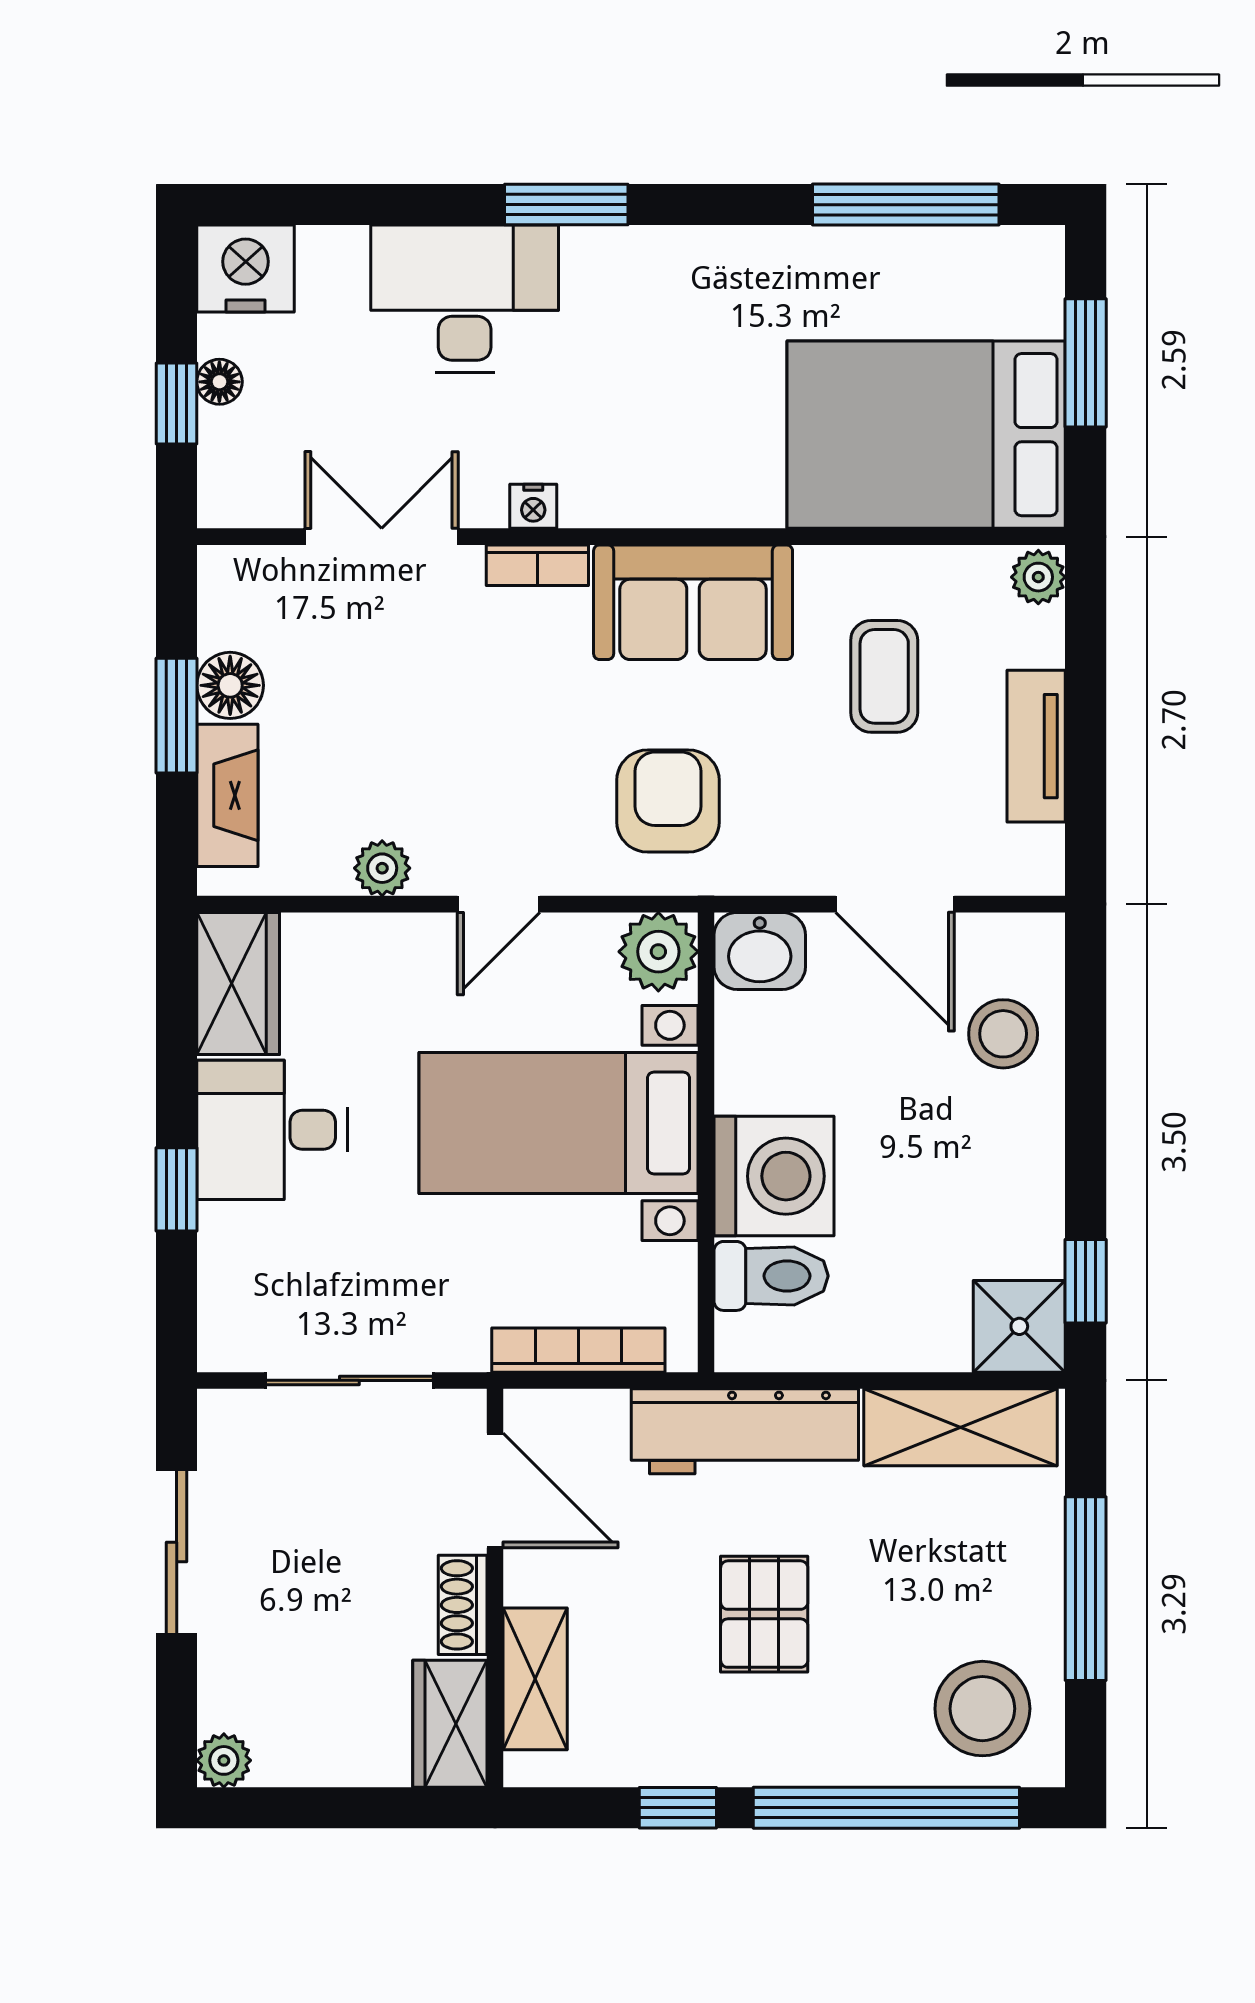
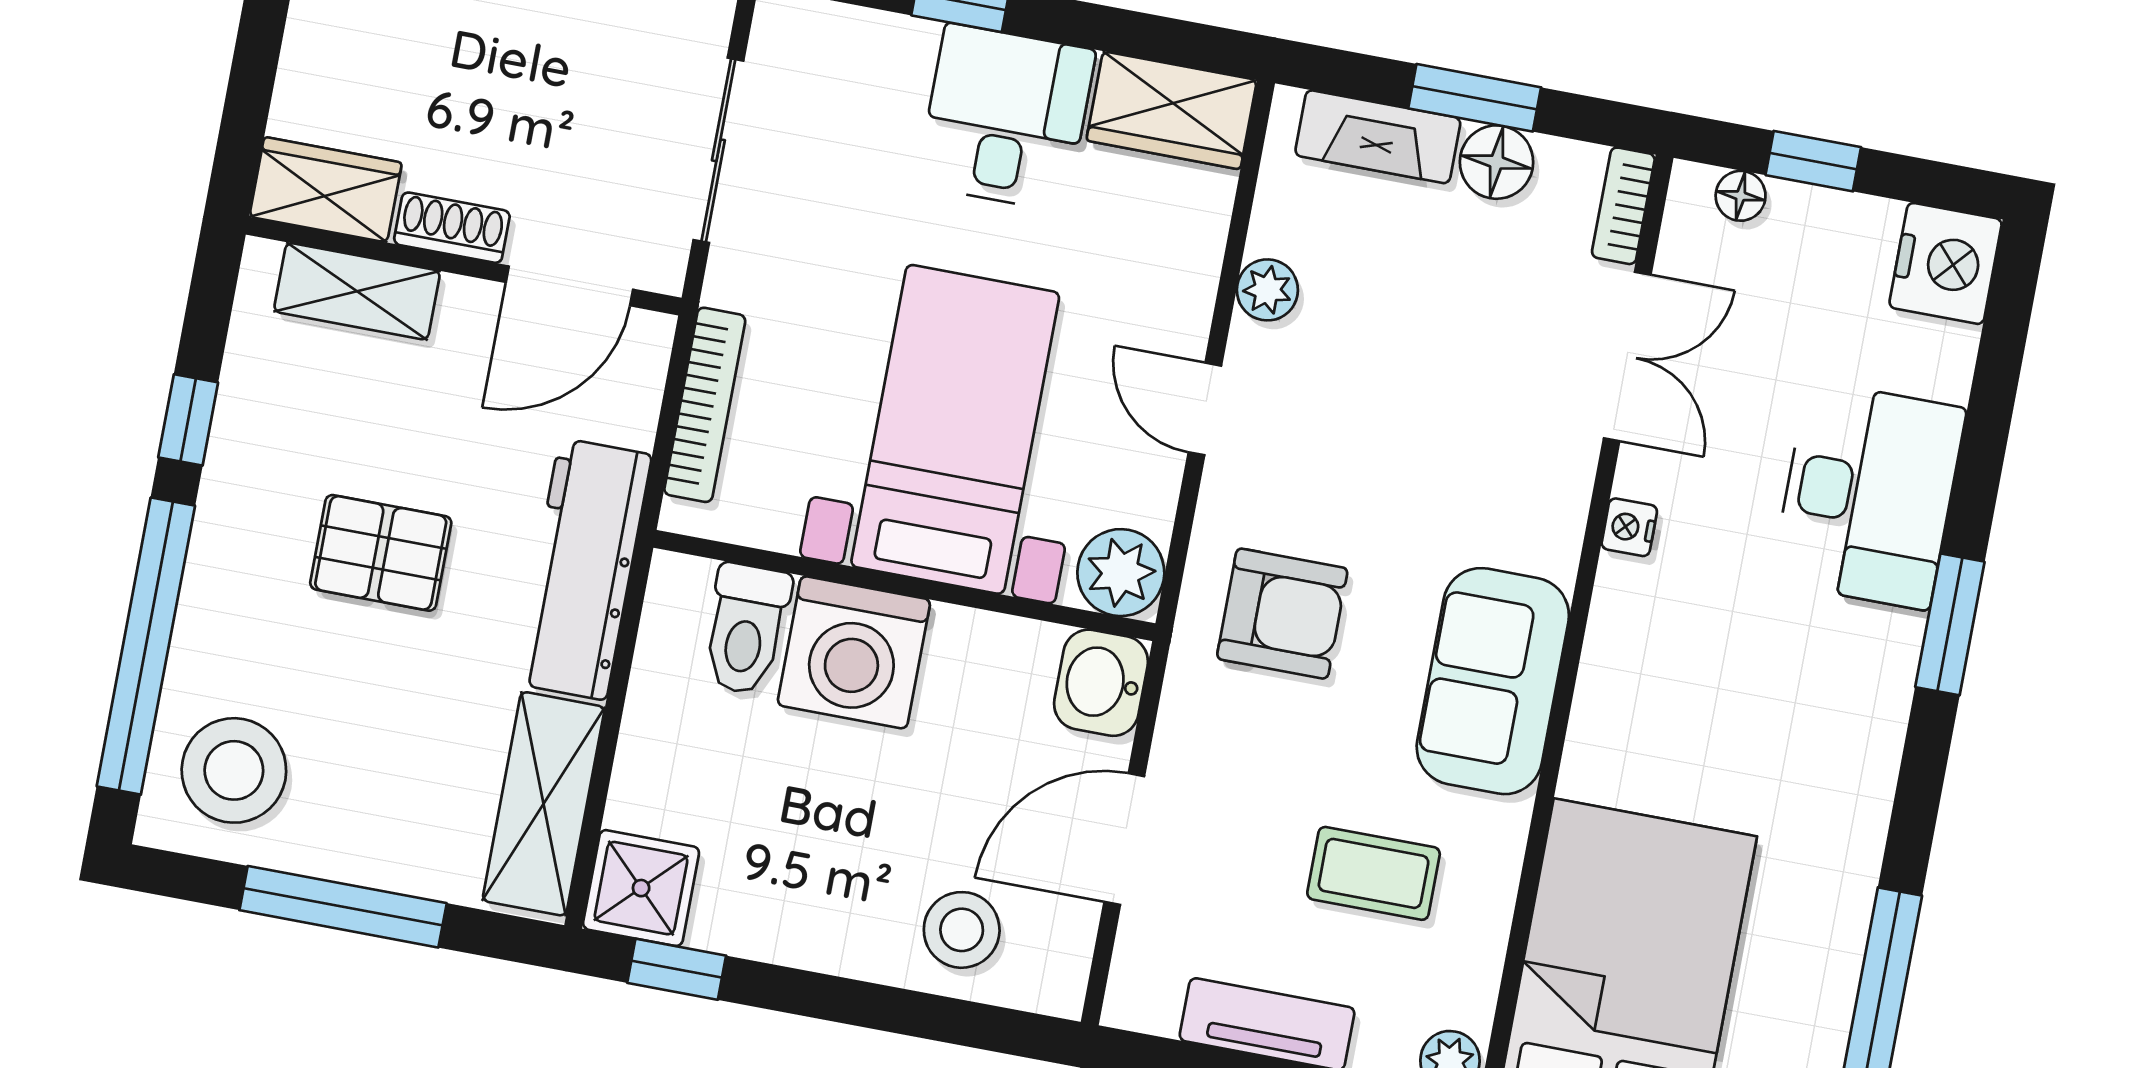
floor lamp: (219, 382) -> (1741, 196), moved
bookcase: (537, 565) -> (1623, 206), moved

